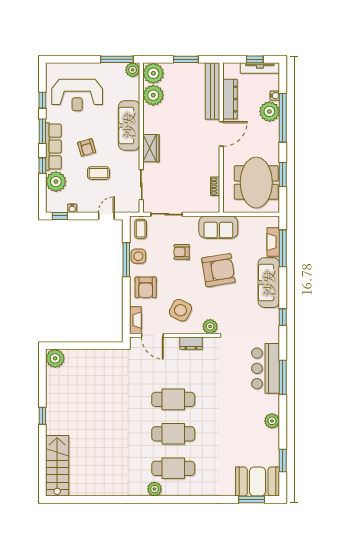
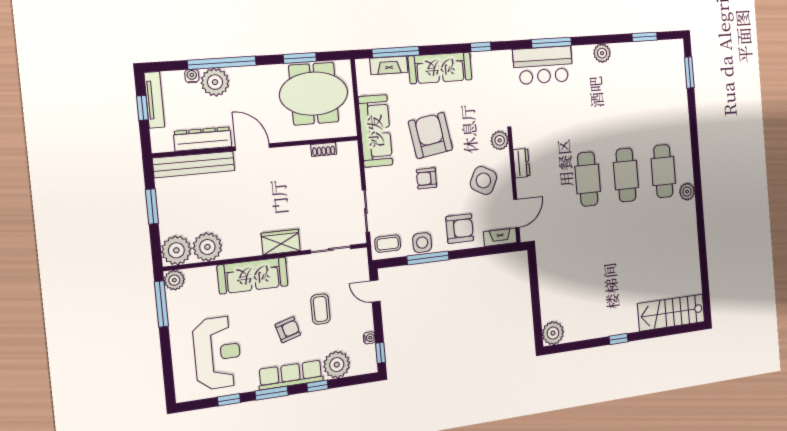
sofa: (218, 227) -> (375, 131), width x1.36
armchair: (182, 252) -> (427, 178), moved, turned 90
booth: (258, 482) -> (670, 67), removed

